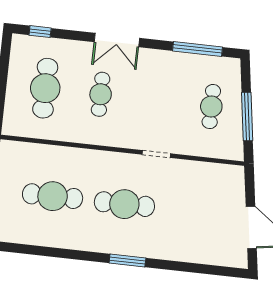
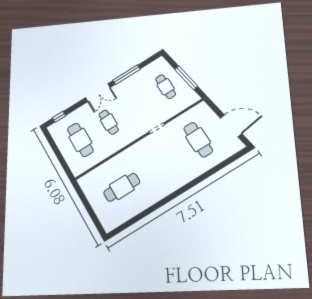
window: (198, 49) -> (126, 75), moved
cafe table: (124, 204) -> (198, 140), moved, turned 90
window: (127, 260) -> (183, 189), removed

